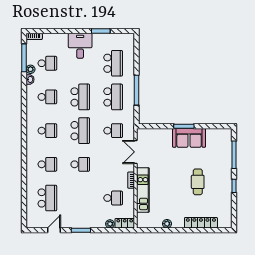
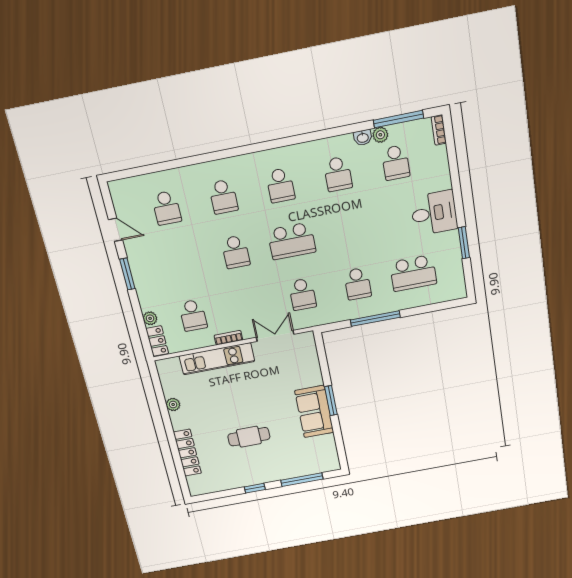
school desk: (80, 97) -> (348, 230), removed
school desk: (113, 97) -> (358, 284), width x0.54
school desk: (47, 198) -> (167, 208), width x0.54

